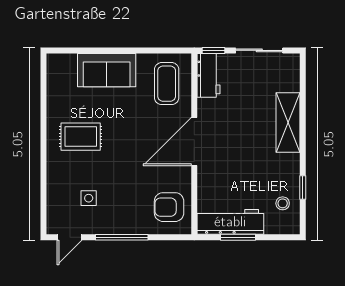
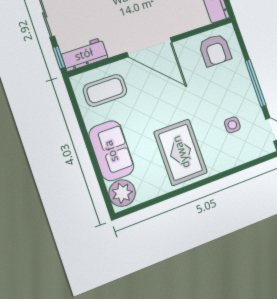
plant: (63, 67) -> (122, 193), added
rug: (81, 137) -> (181, 152), width x1.36, depth x1.43

